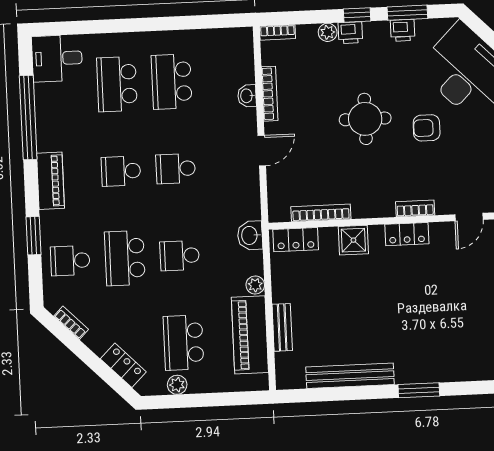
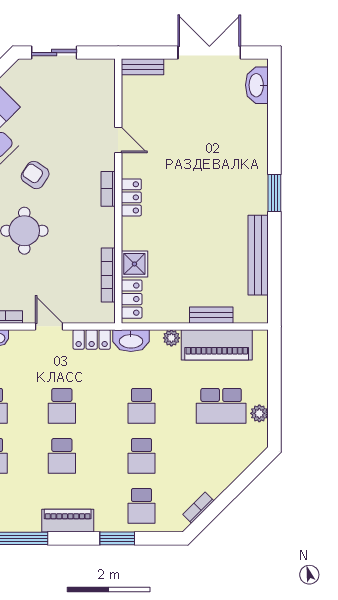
armchair: (427, 128) -> (35, 175), turned 124
washbasin: (250, 235) -> (131, 341), width x1.38
shower: (353, 240) -> (134, 264), moved
school desk: (125, 258) -> (141, 456), width x0.54
locker: (123, 365) -> (92, 339), moved, turned -135

